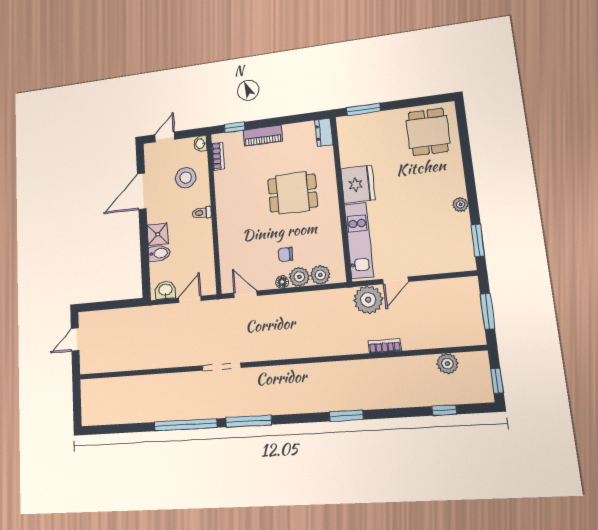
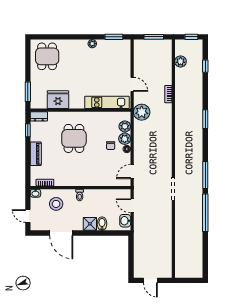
window: (235, 127) -> (28, 130), moved
dining table: (428, 132) -> (47, 56), turned 90
fridge: (358, 184) -> (58, 100), moved
plant: (368, 300) -> (142, 112), moved

